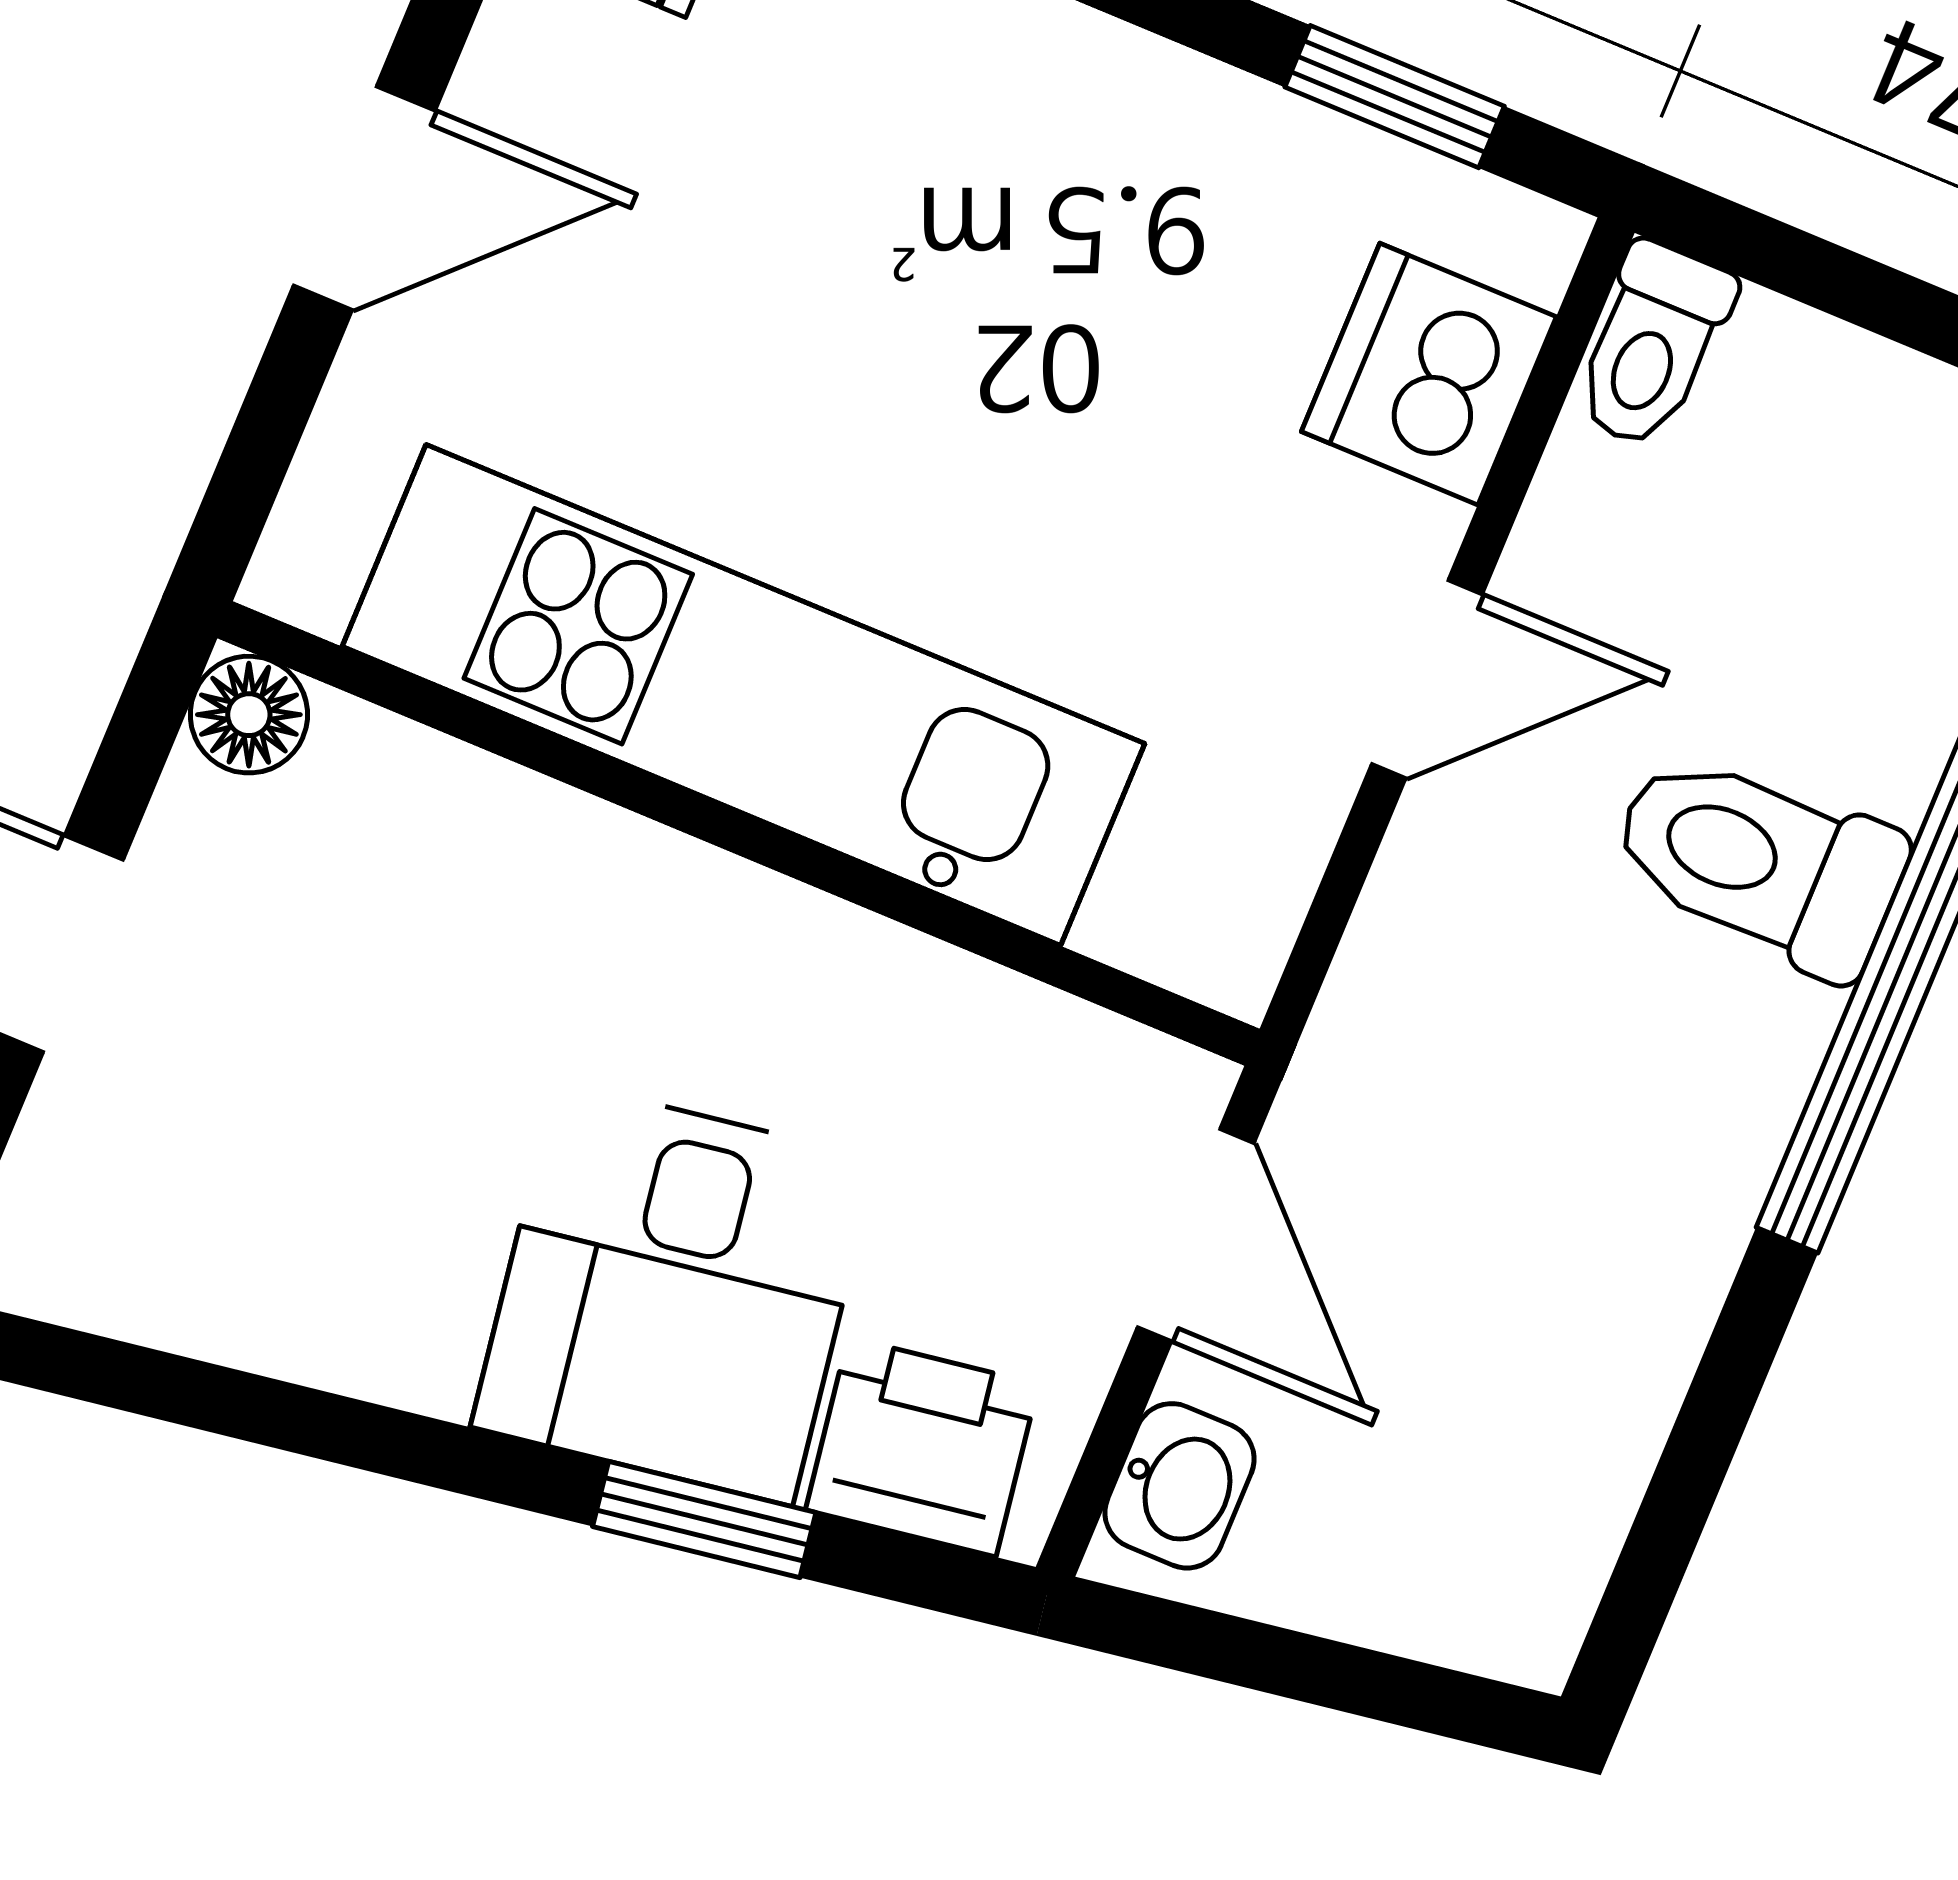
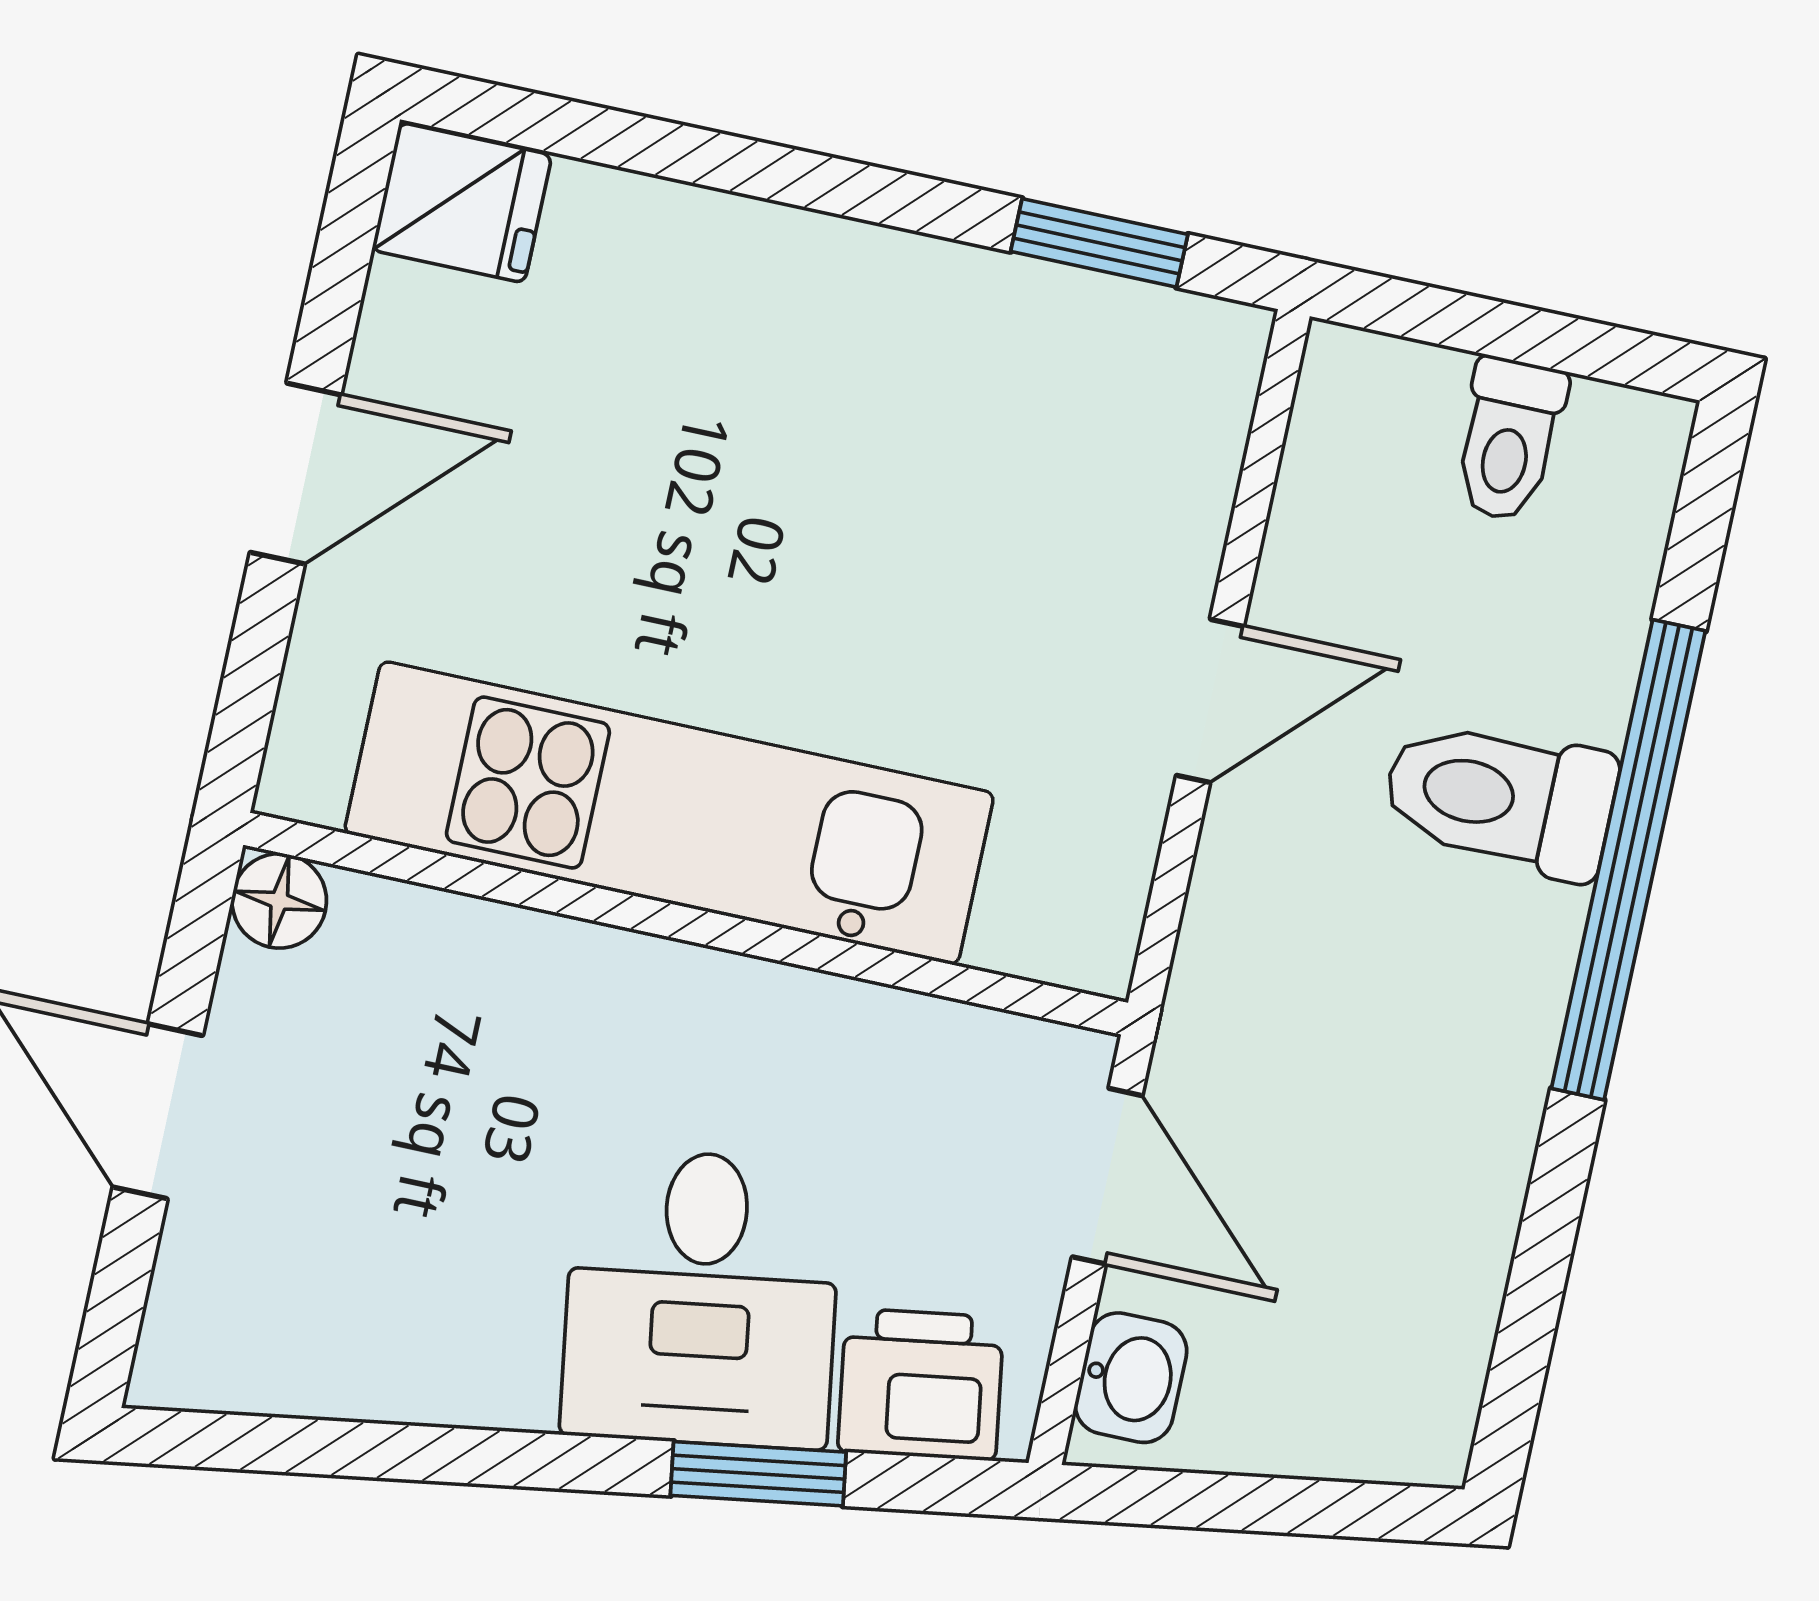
toilet: (1652, 345) -> (1509, 439), moved
dishwasher: (1429, 374) -> (1167, 458), removed

